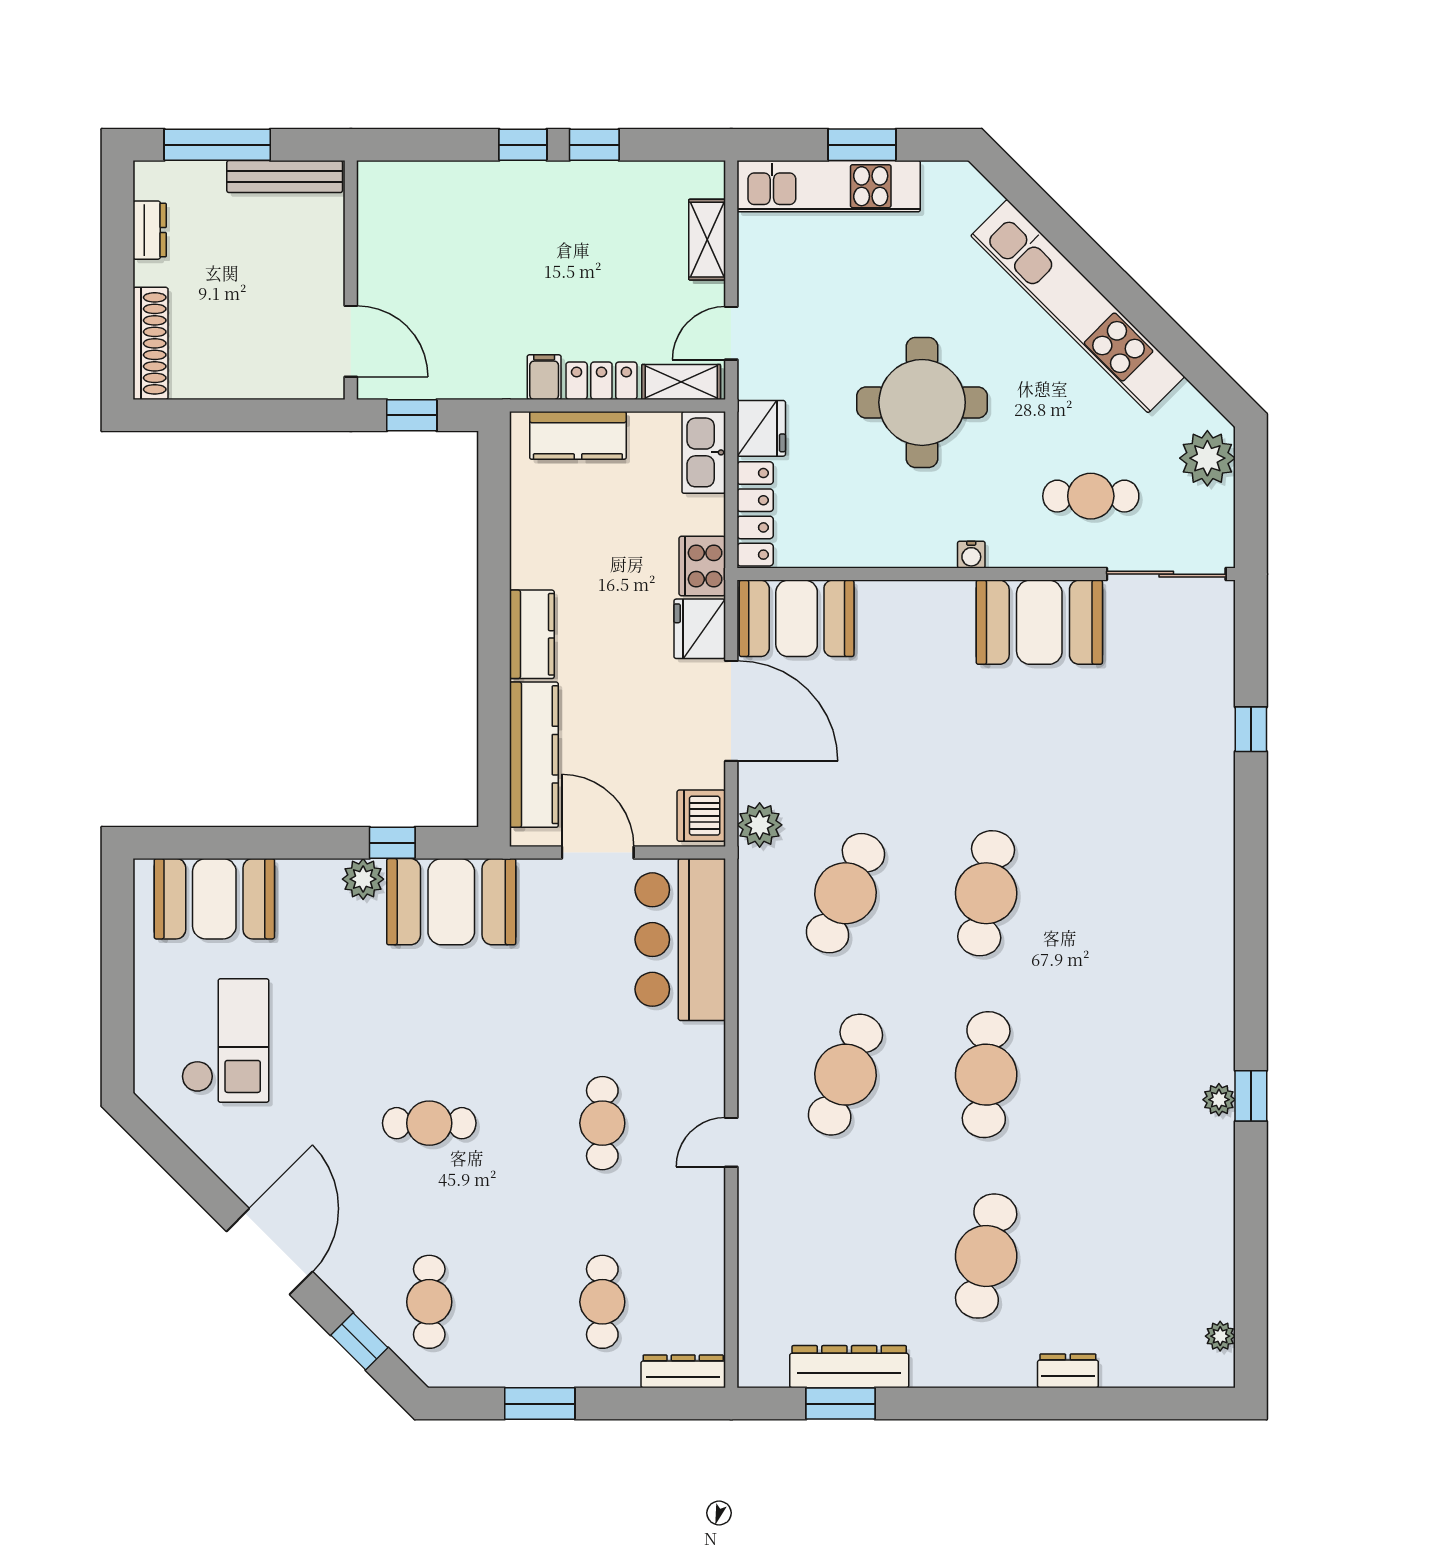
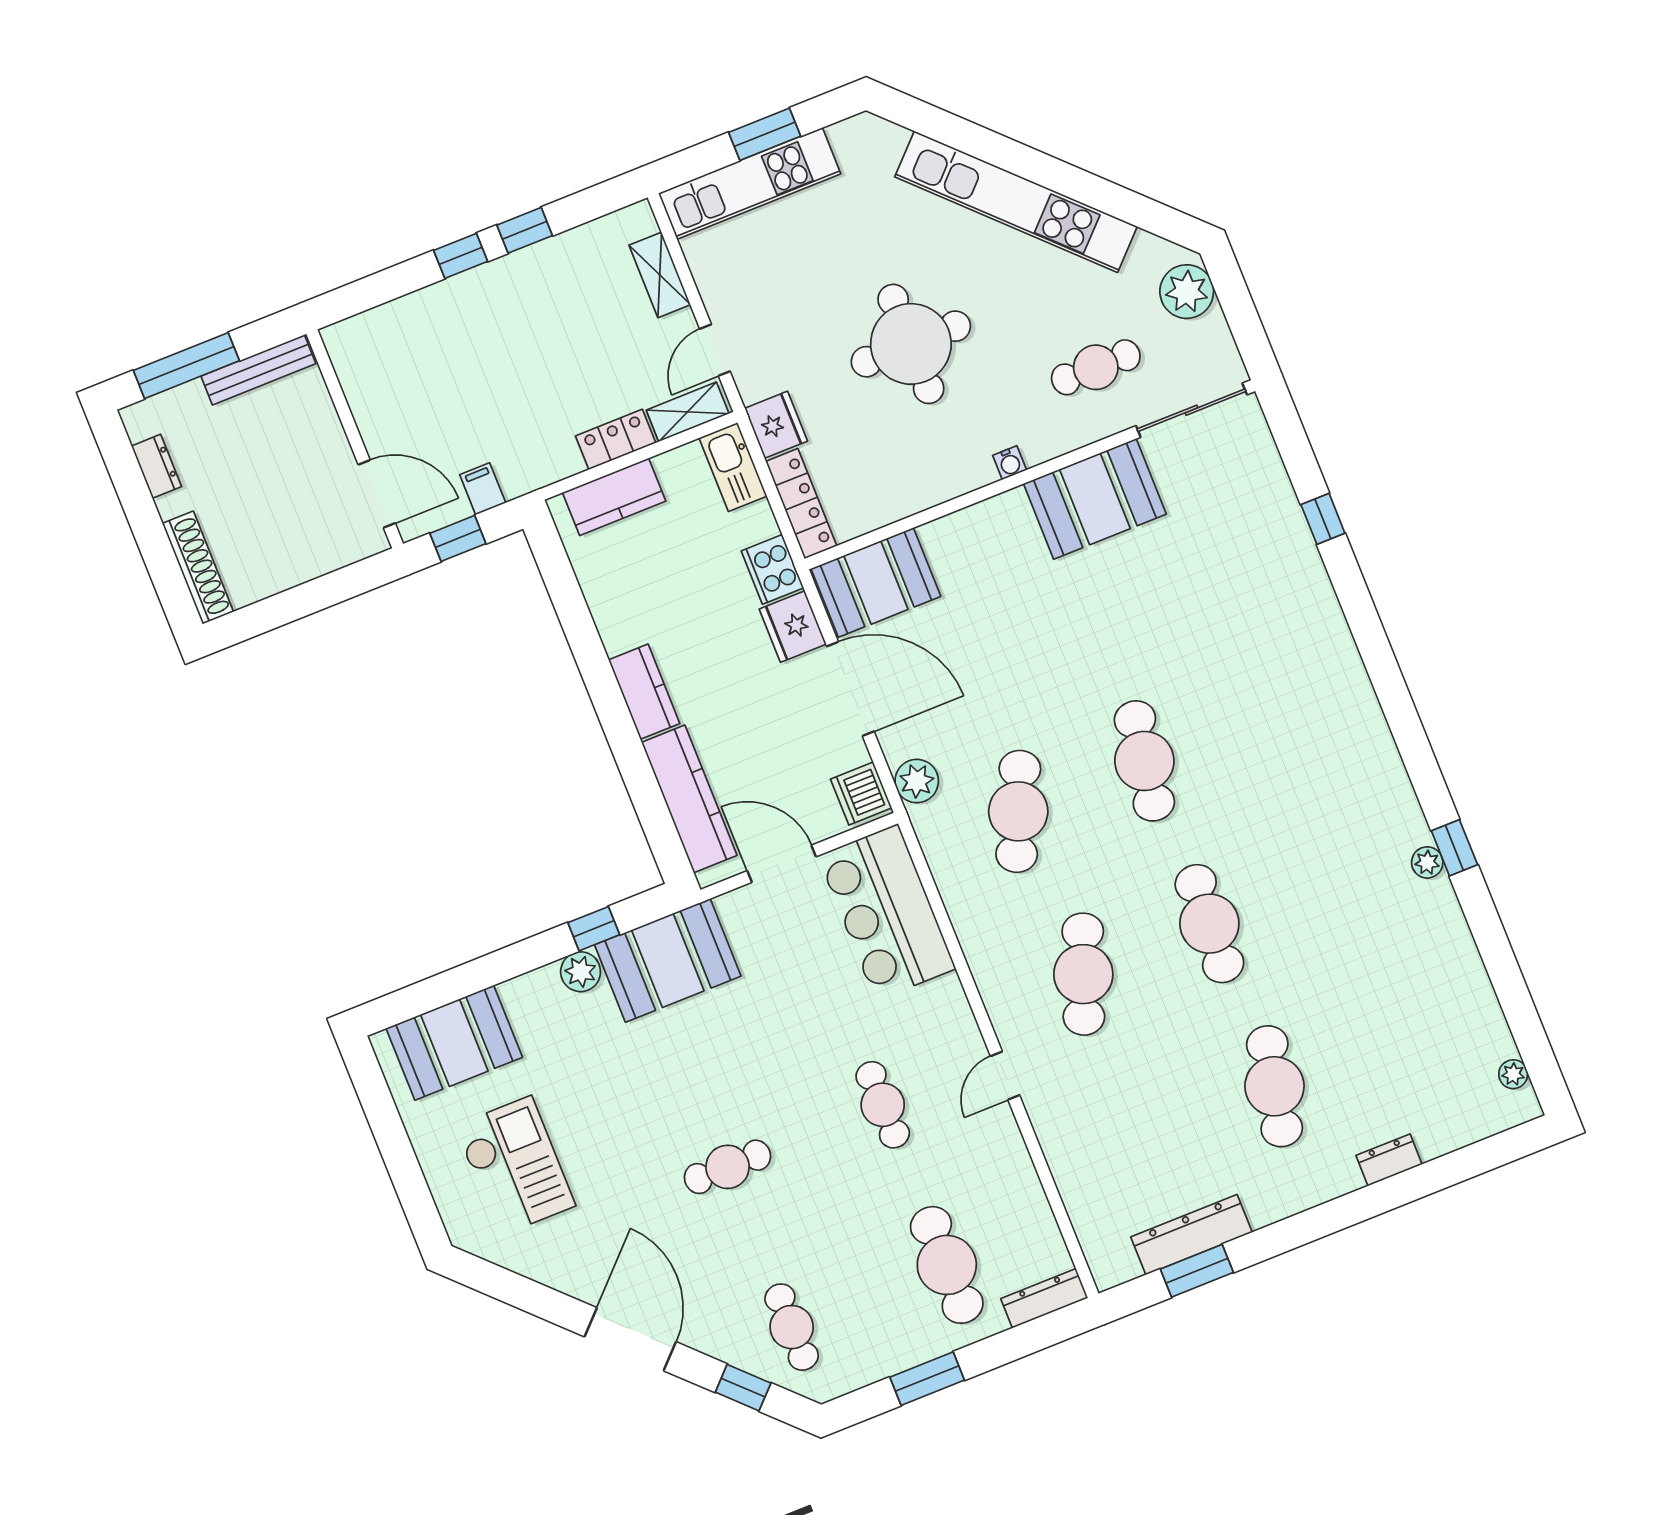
filing cabinet: (544, 377) -> (483, 489), moved
cafe table: (602, 1302) -> (947, 1265), width x1.37, depth x1.35

